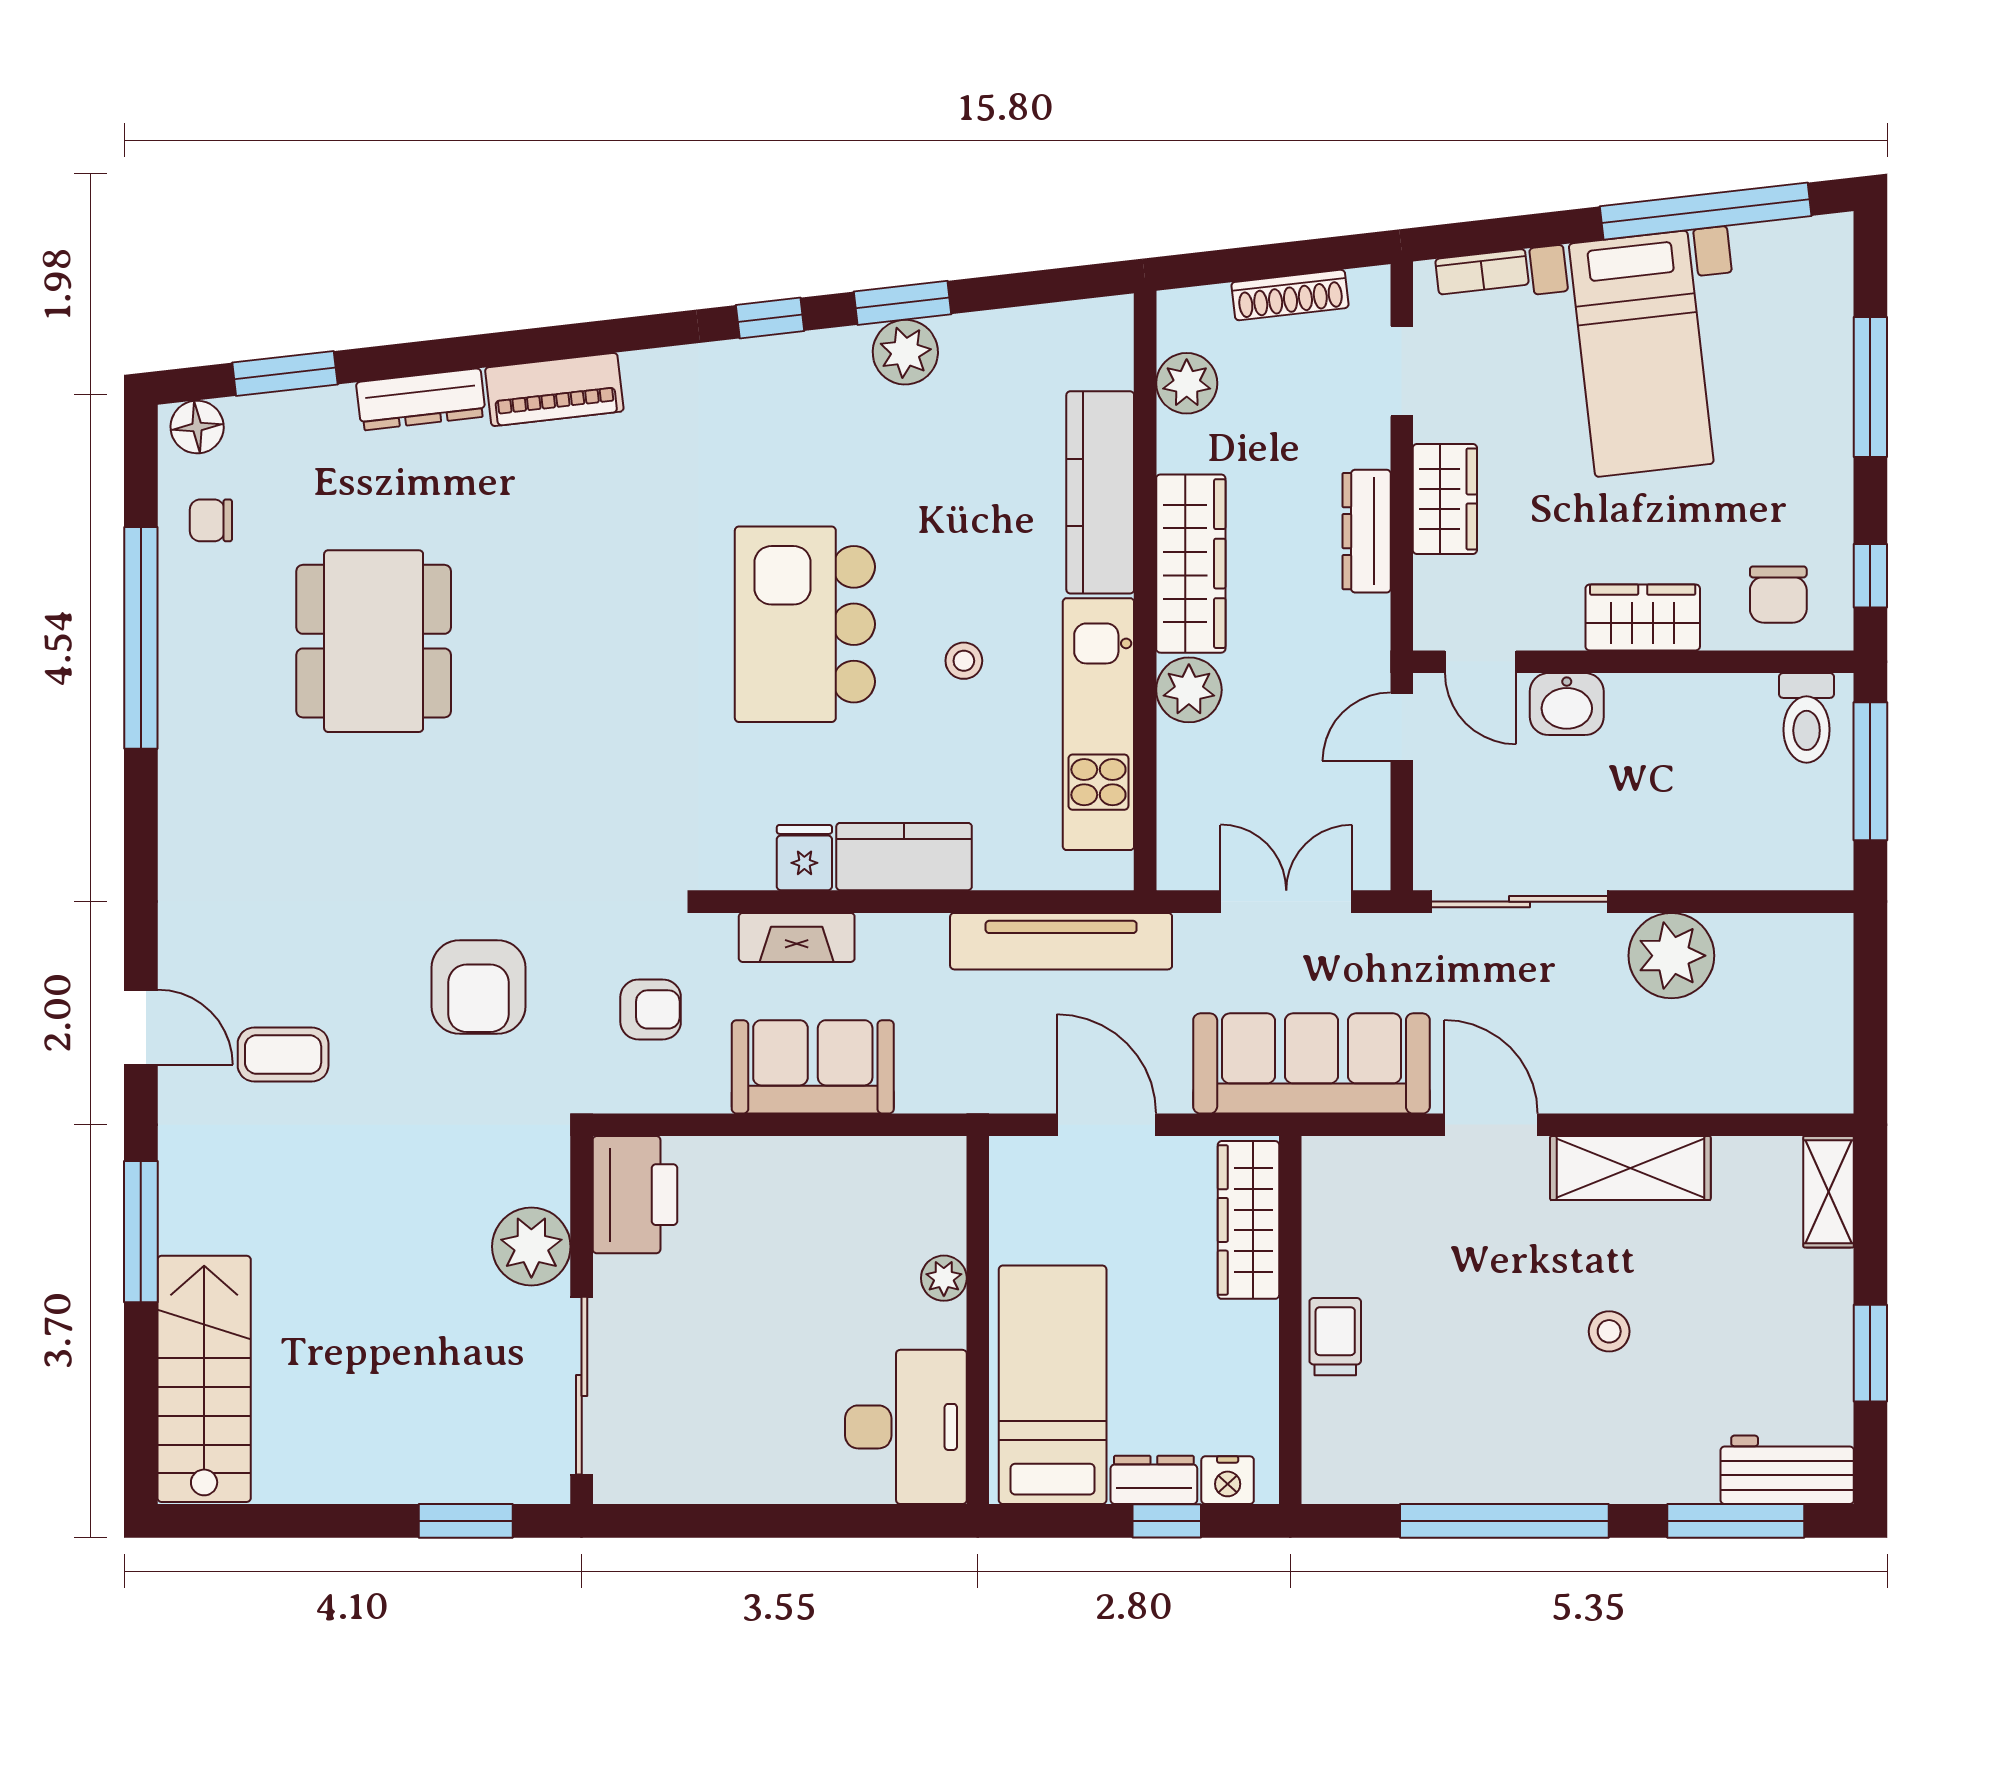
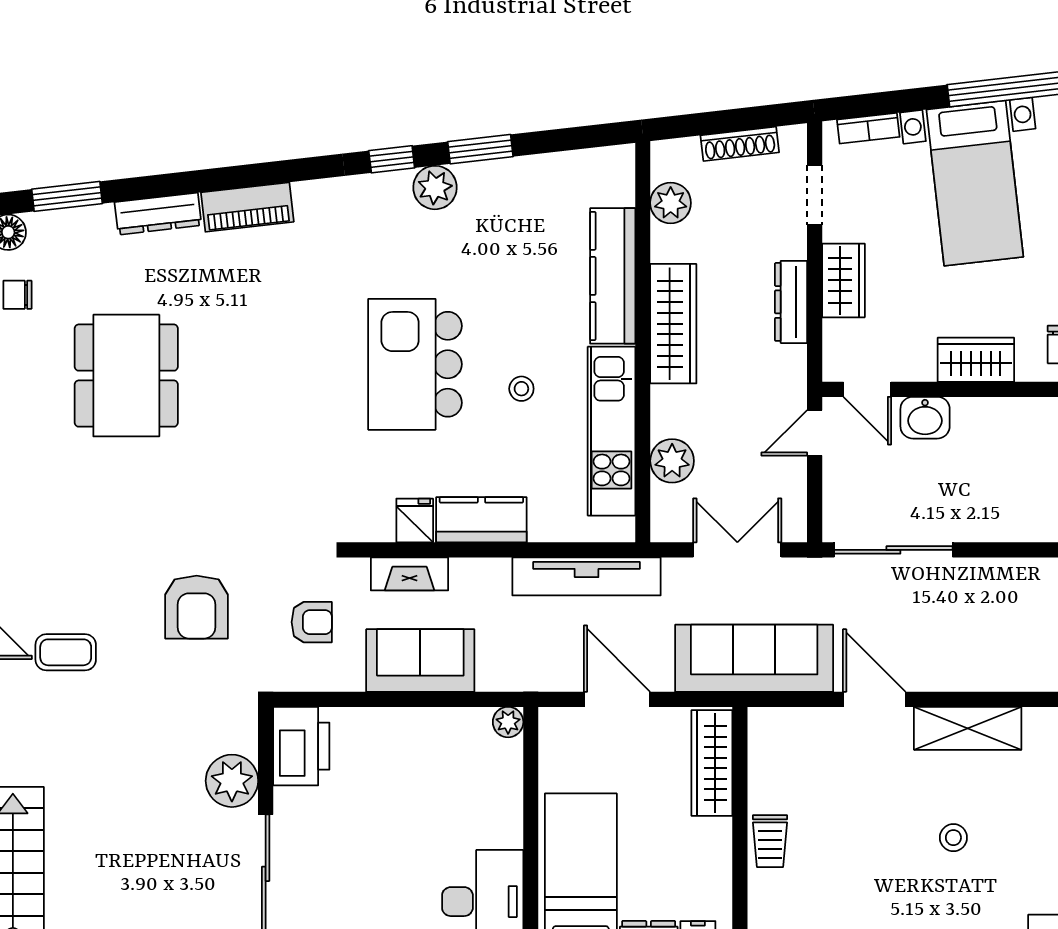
plant: (905, 352) -> (435, 188), moved
plant: (1189, 690) -> (672, 461), moved
plant: (1671, 956) -> (995, 586), removed
plant: (944, 1278) -> (508, 722), moved
trolley: (1335, 1337) -> (770, 841), turned 180

